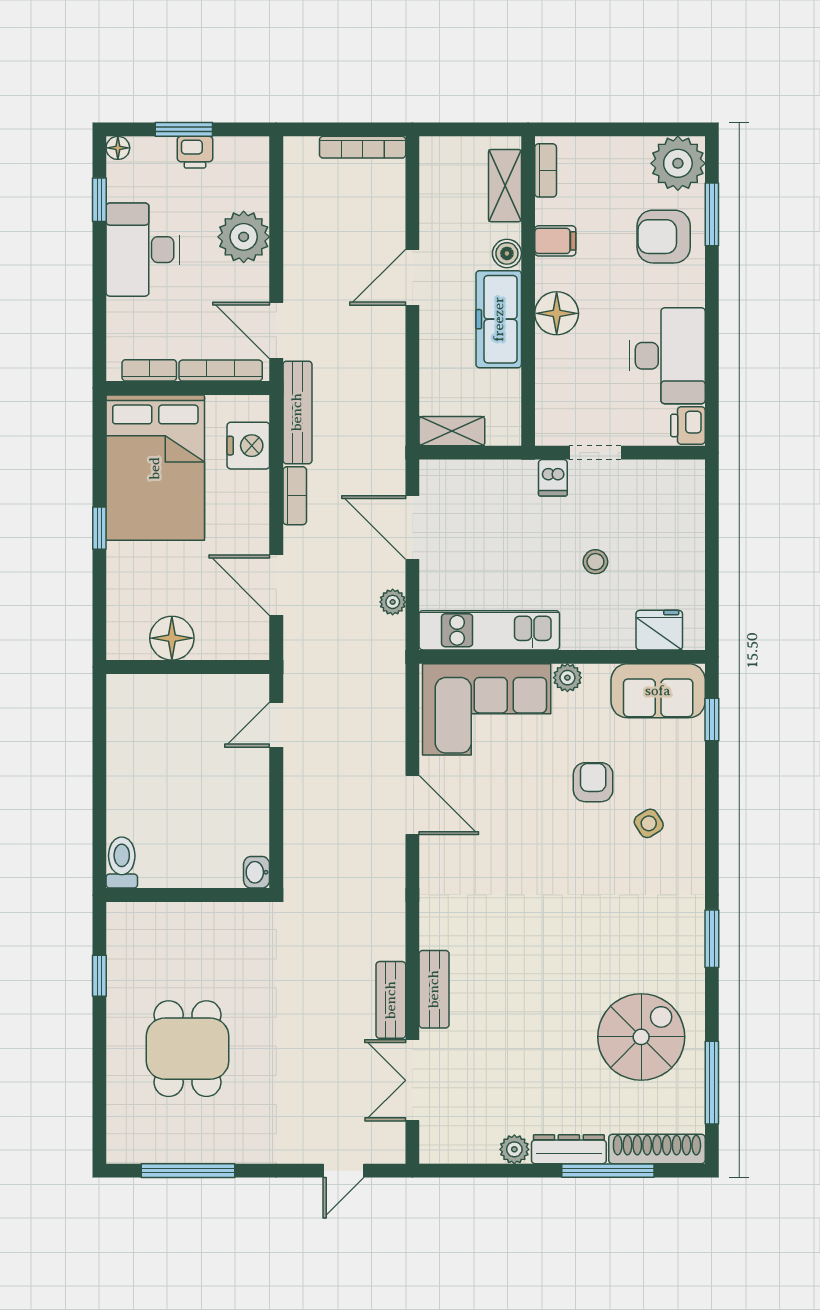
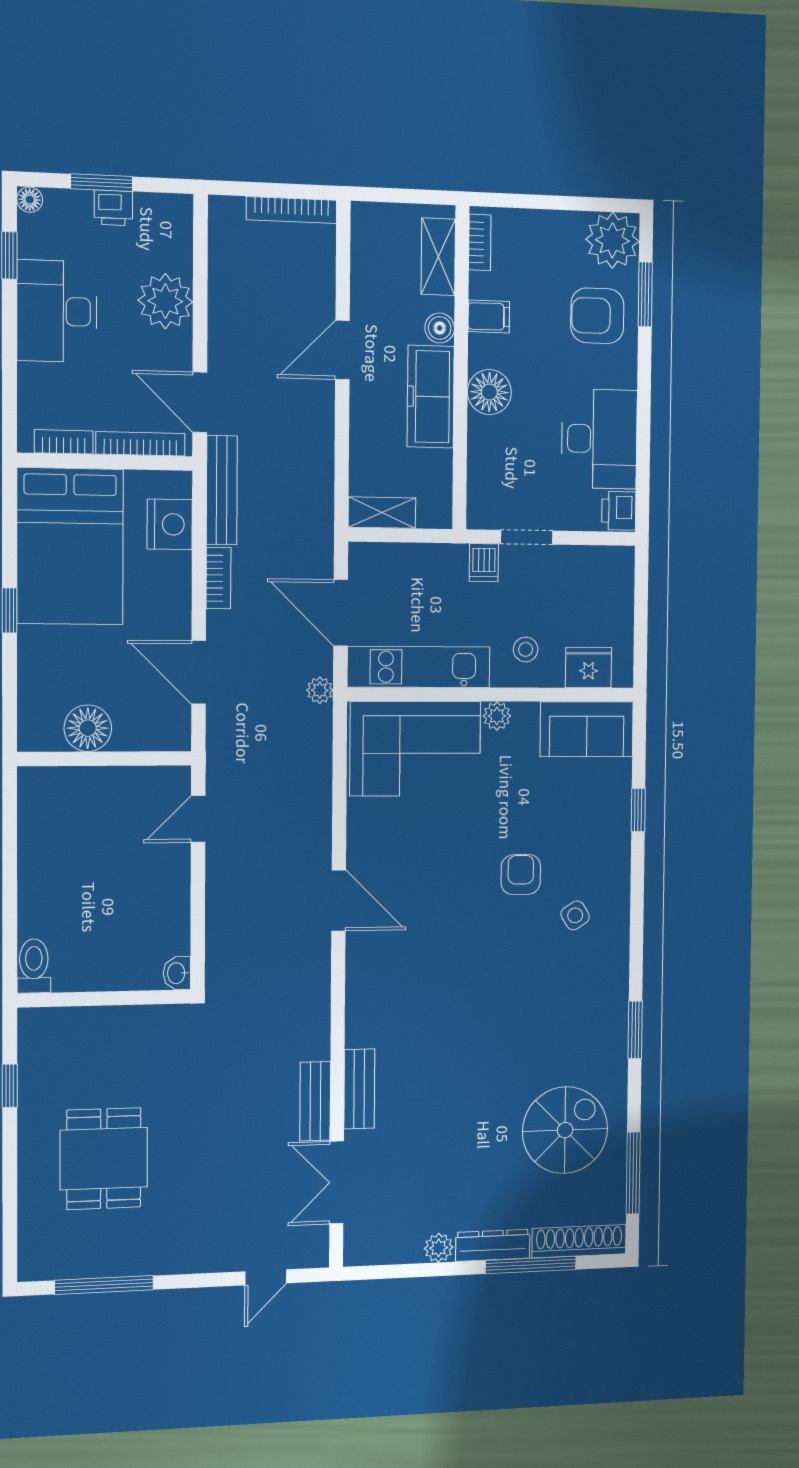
kitchen unit: (489, 630) -> (419, 667), moved
fridge: (659, 630) -> (589, 668), moved
wall: (562, 657) -> (492, 695), moved
plant: (567, 678) -> (497, 716), moved
sofa: (658, 691) -> (587, 729), moved
corner sofa: (487, 709) -> (415, 749), moved

